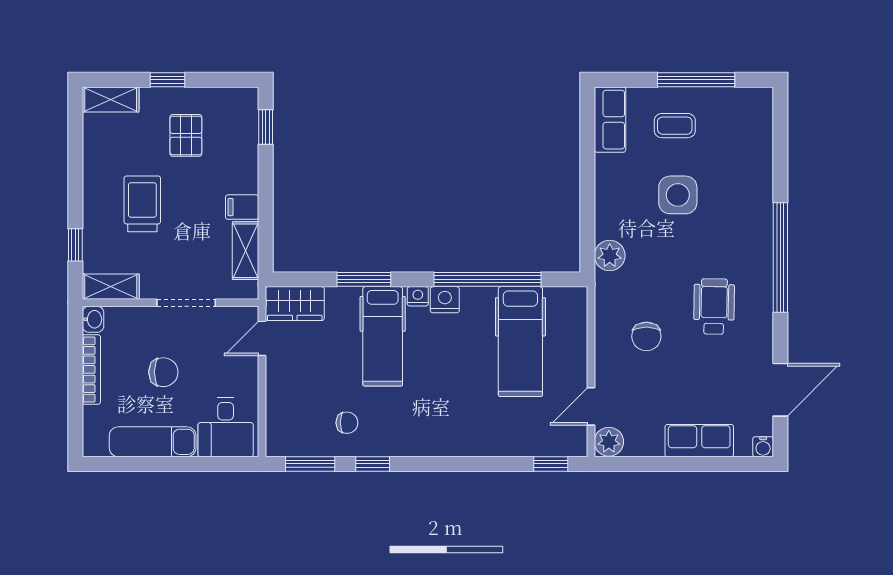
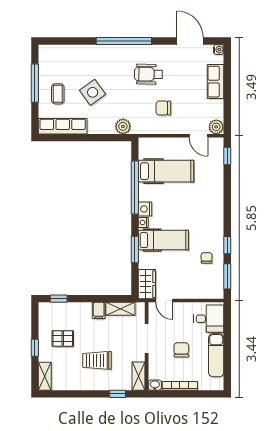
row of seats: (610, 120) -> (63, 126), width x1.48
side table: (678, 195) -> (93, 92), turned -36
chair: (646, 336) -> (163, 108), turned 180

